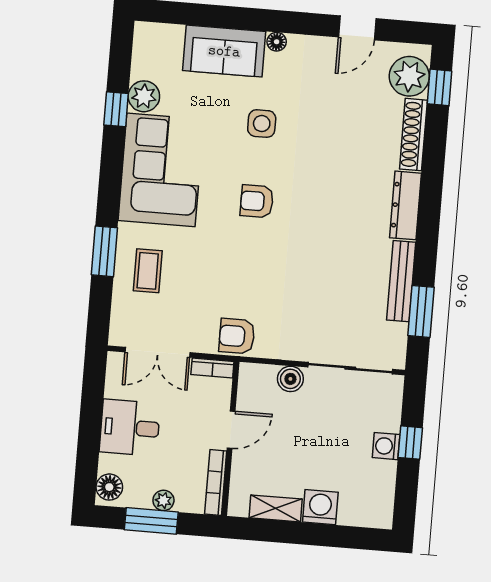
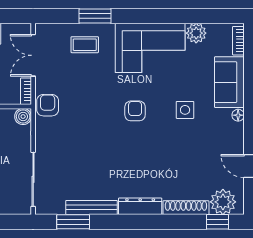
bookcase: (161, 32) -> (238, 41), added
window: (116, 109) -> (187, 16), removed
boiler: (290, 379) -> (23, 116), moved

